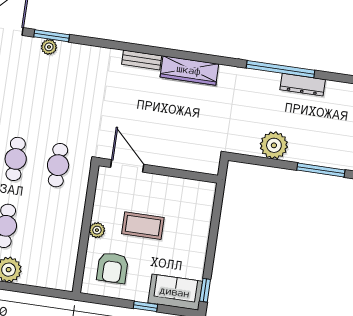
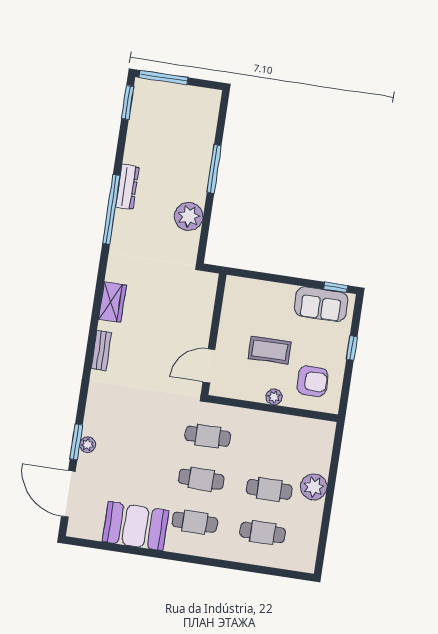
wardrobe: (189, 70) -> (112, 302), width x0.67
coffee table: (143, 226) -> (270, 350), turned 90
sofa: (175, 292) -> (321, 304), moved, turned -90

